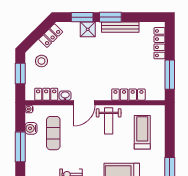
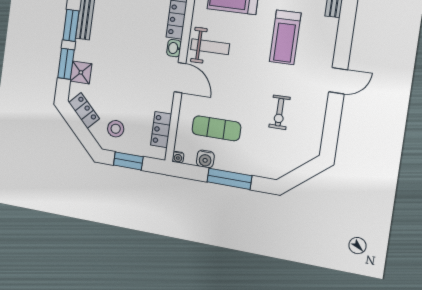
shower: (88, 29) -> (81, 72), moved
washbasin: (65, 96) -> (174, 48), moved

